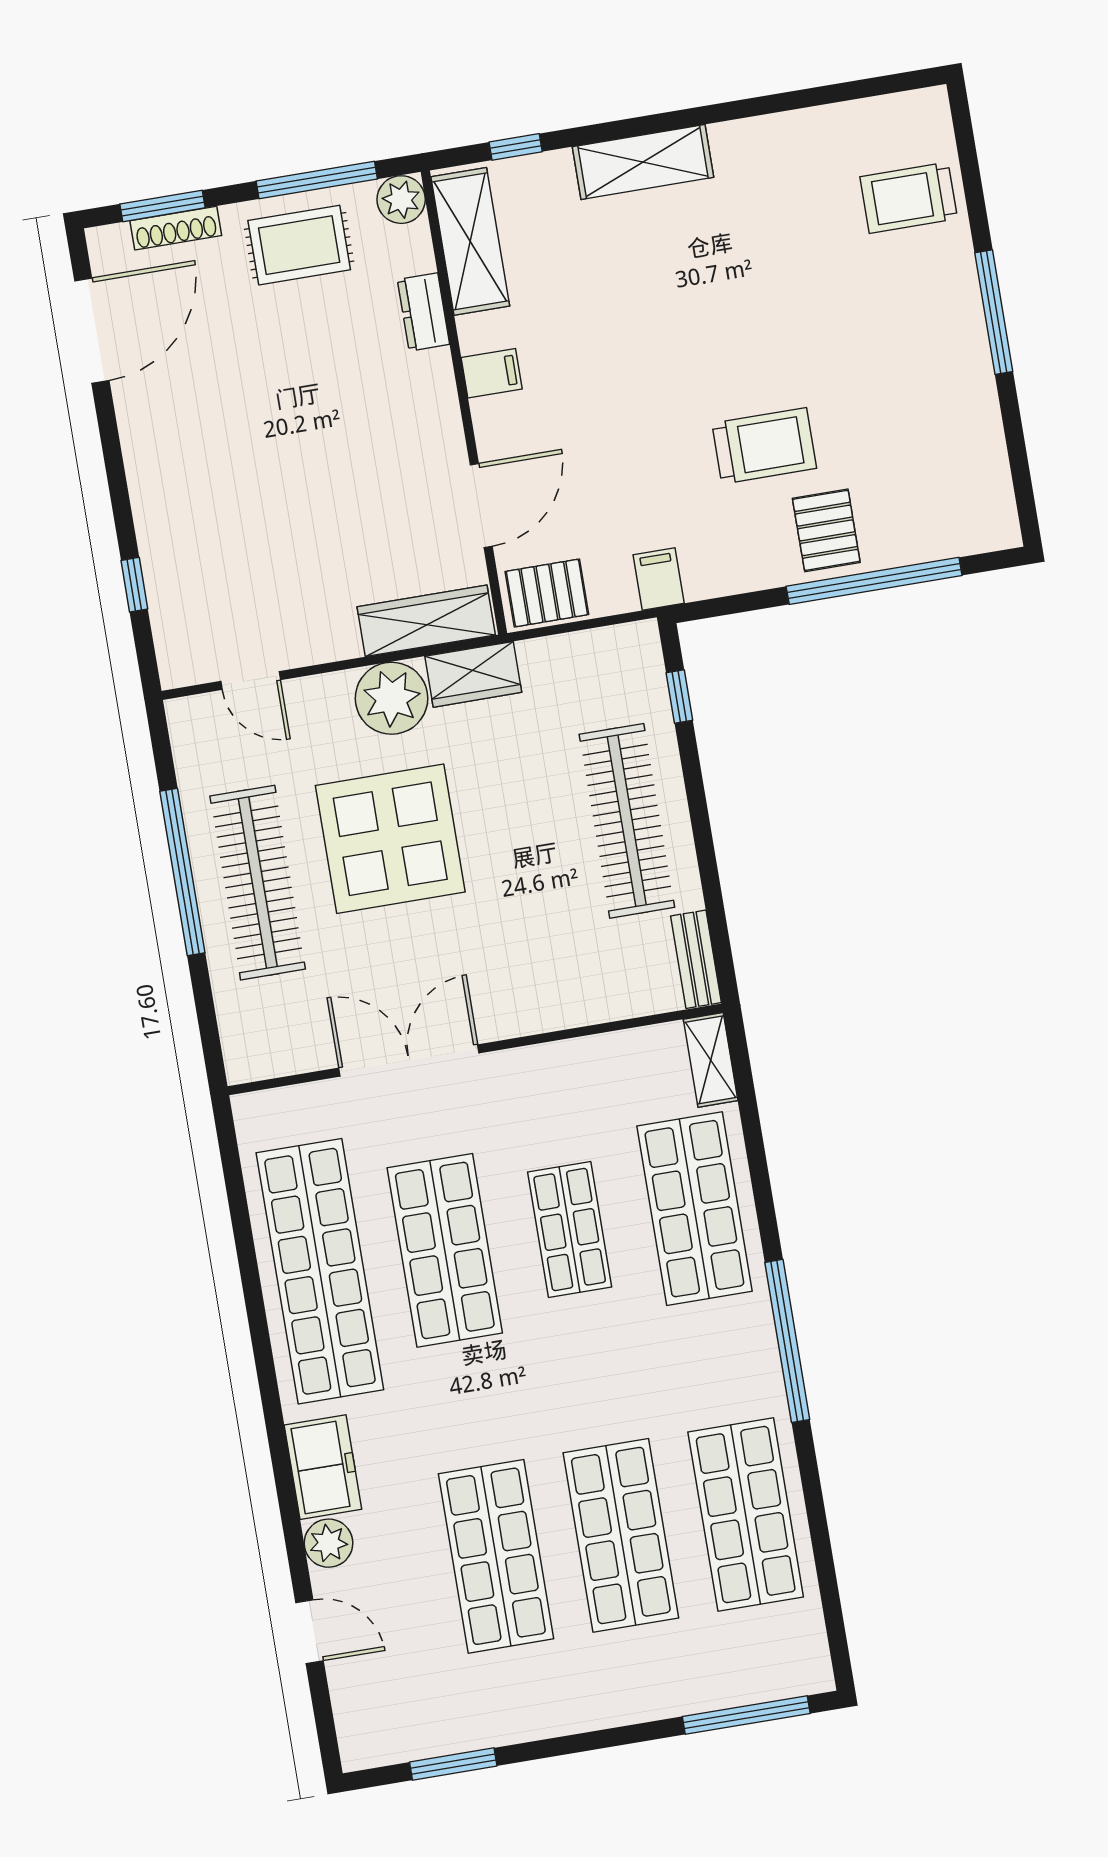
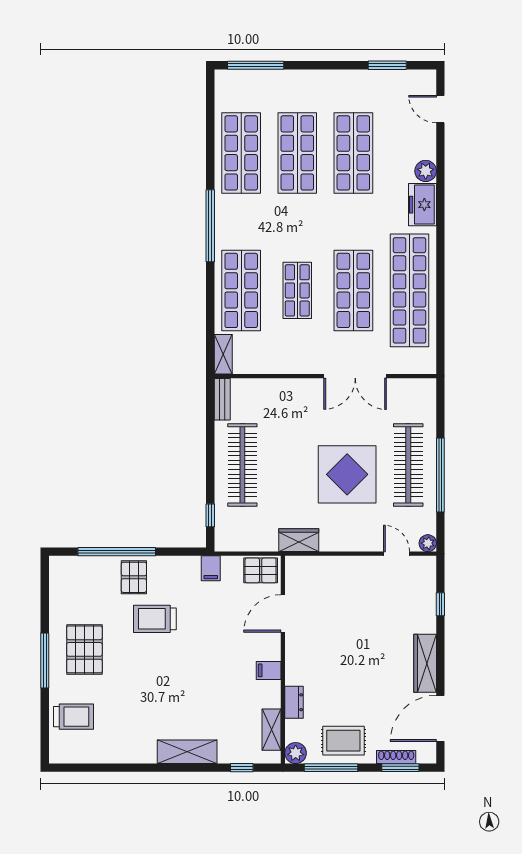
shelving: (470, 241) -> (272, 730), width x0.67, depth x0.75
pallet: (910, 351) -> (84, 649), added
wardrobe: (426, 621) -> (425, 663), moved, turned 90
plant: (392, 698) -> (428, 543), moved, width x0.53, depth x0.53
door: (310, 1632) -> (440, 109), moved

